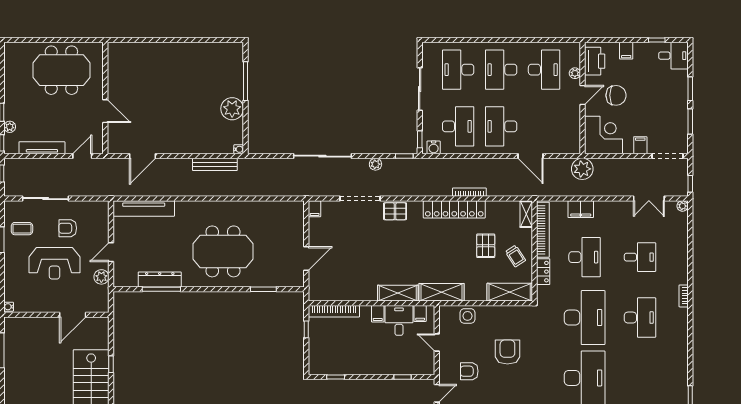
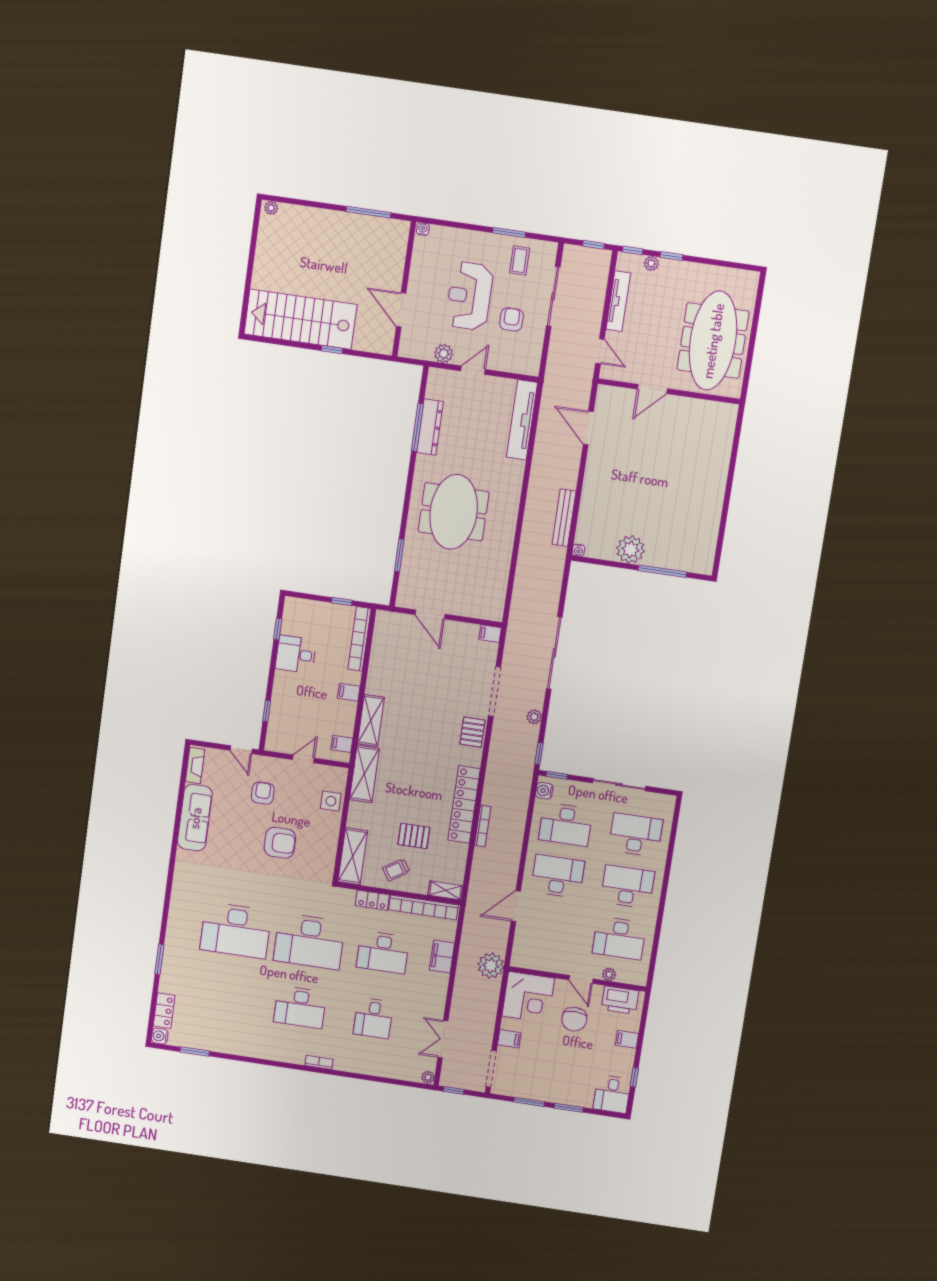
meeting table: (61, 70) -> (713, 341), width x1.36
door: (111, 252) -> (473, 370), hinge flipped
desk: (399, 320) -> (296, 654), moved, turned 180

